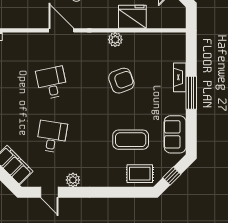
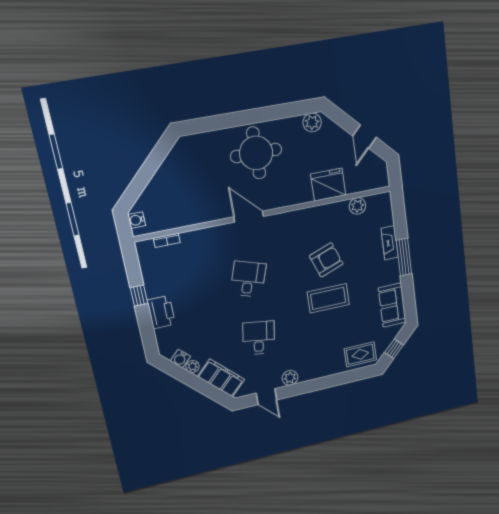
plant: (115, 40) -> (357, 206), moved
desk: (52, 83) -> (248, 279), turned 30
coffee table: (131, 140) -> (328, 298), moved

